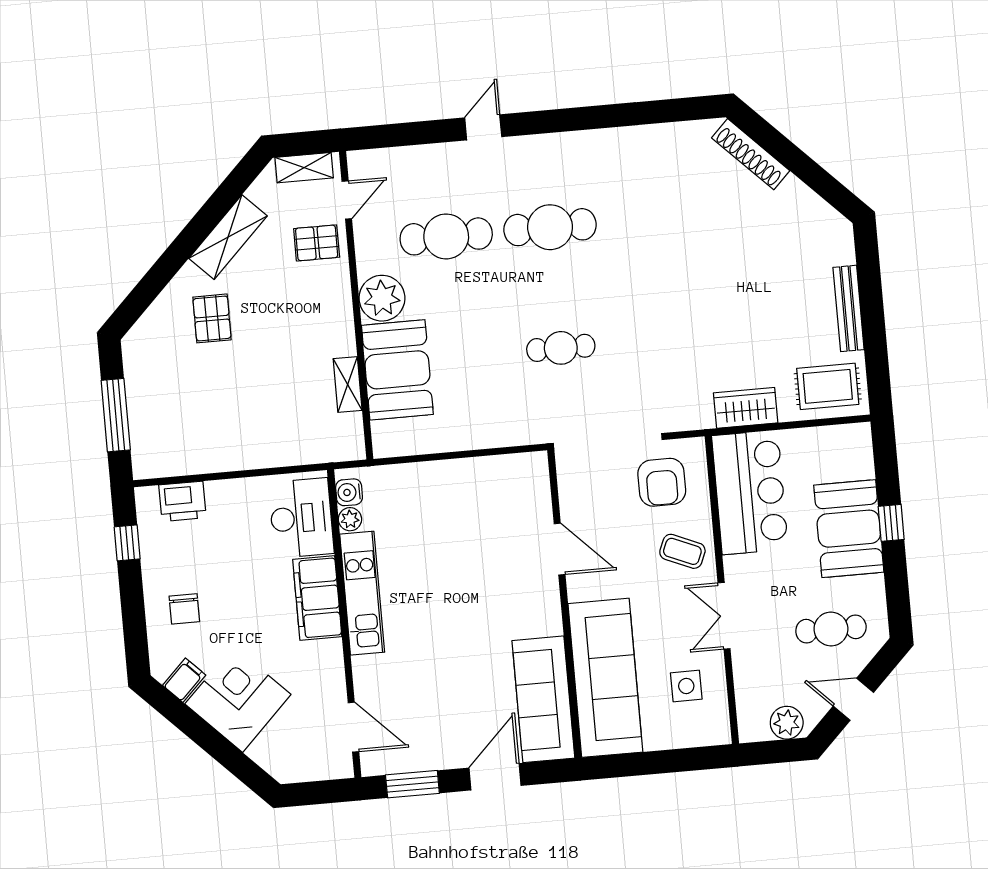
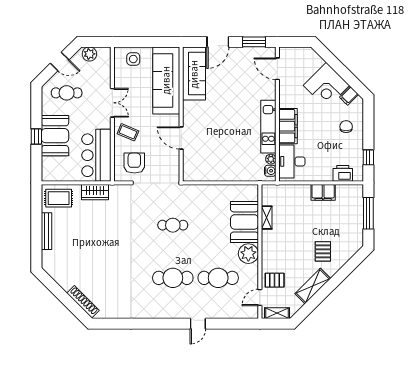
filing cabinet: (223, 454) -> (323, 192), added
side table: (686, 686) -> (133, 59), moved

